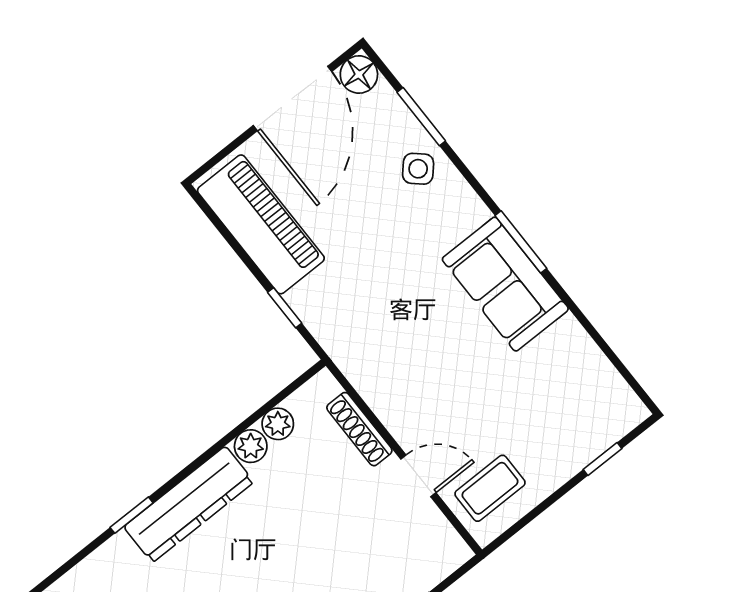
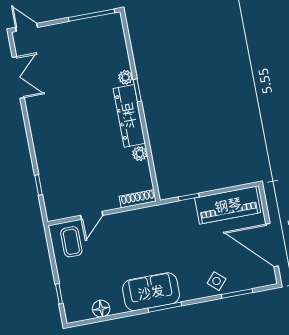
floor lamp: (359, 75) -> (101, 309), moved
plant: (278, 424) -> (126, 77), moved
shoe rack: (359, 429) -> (138, 199), moved

